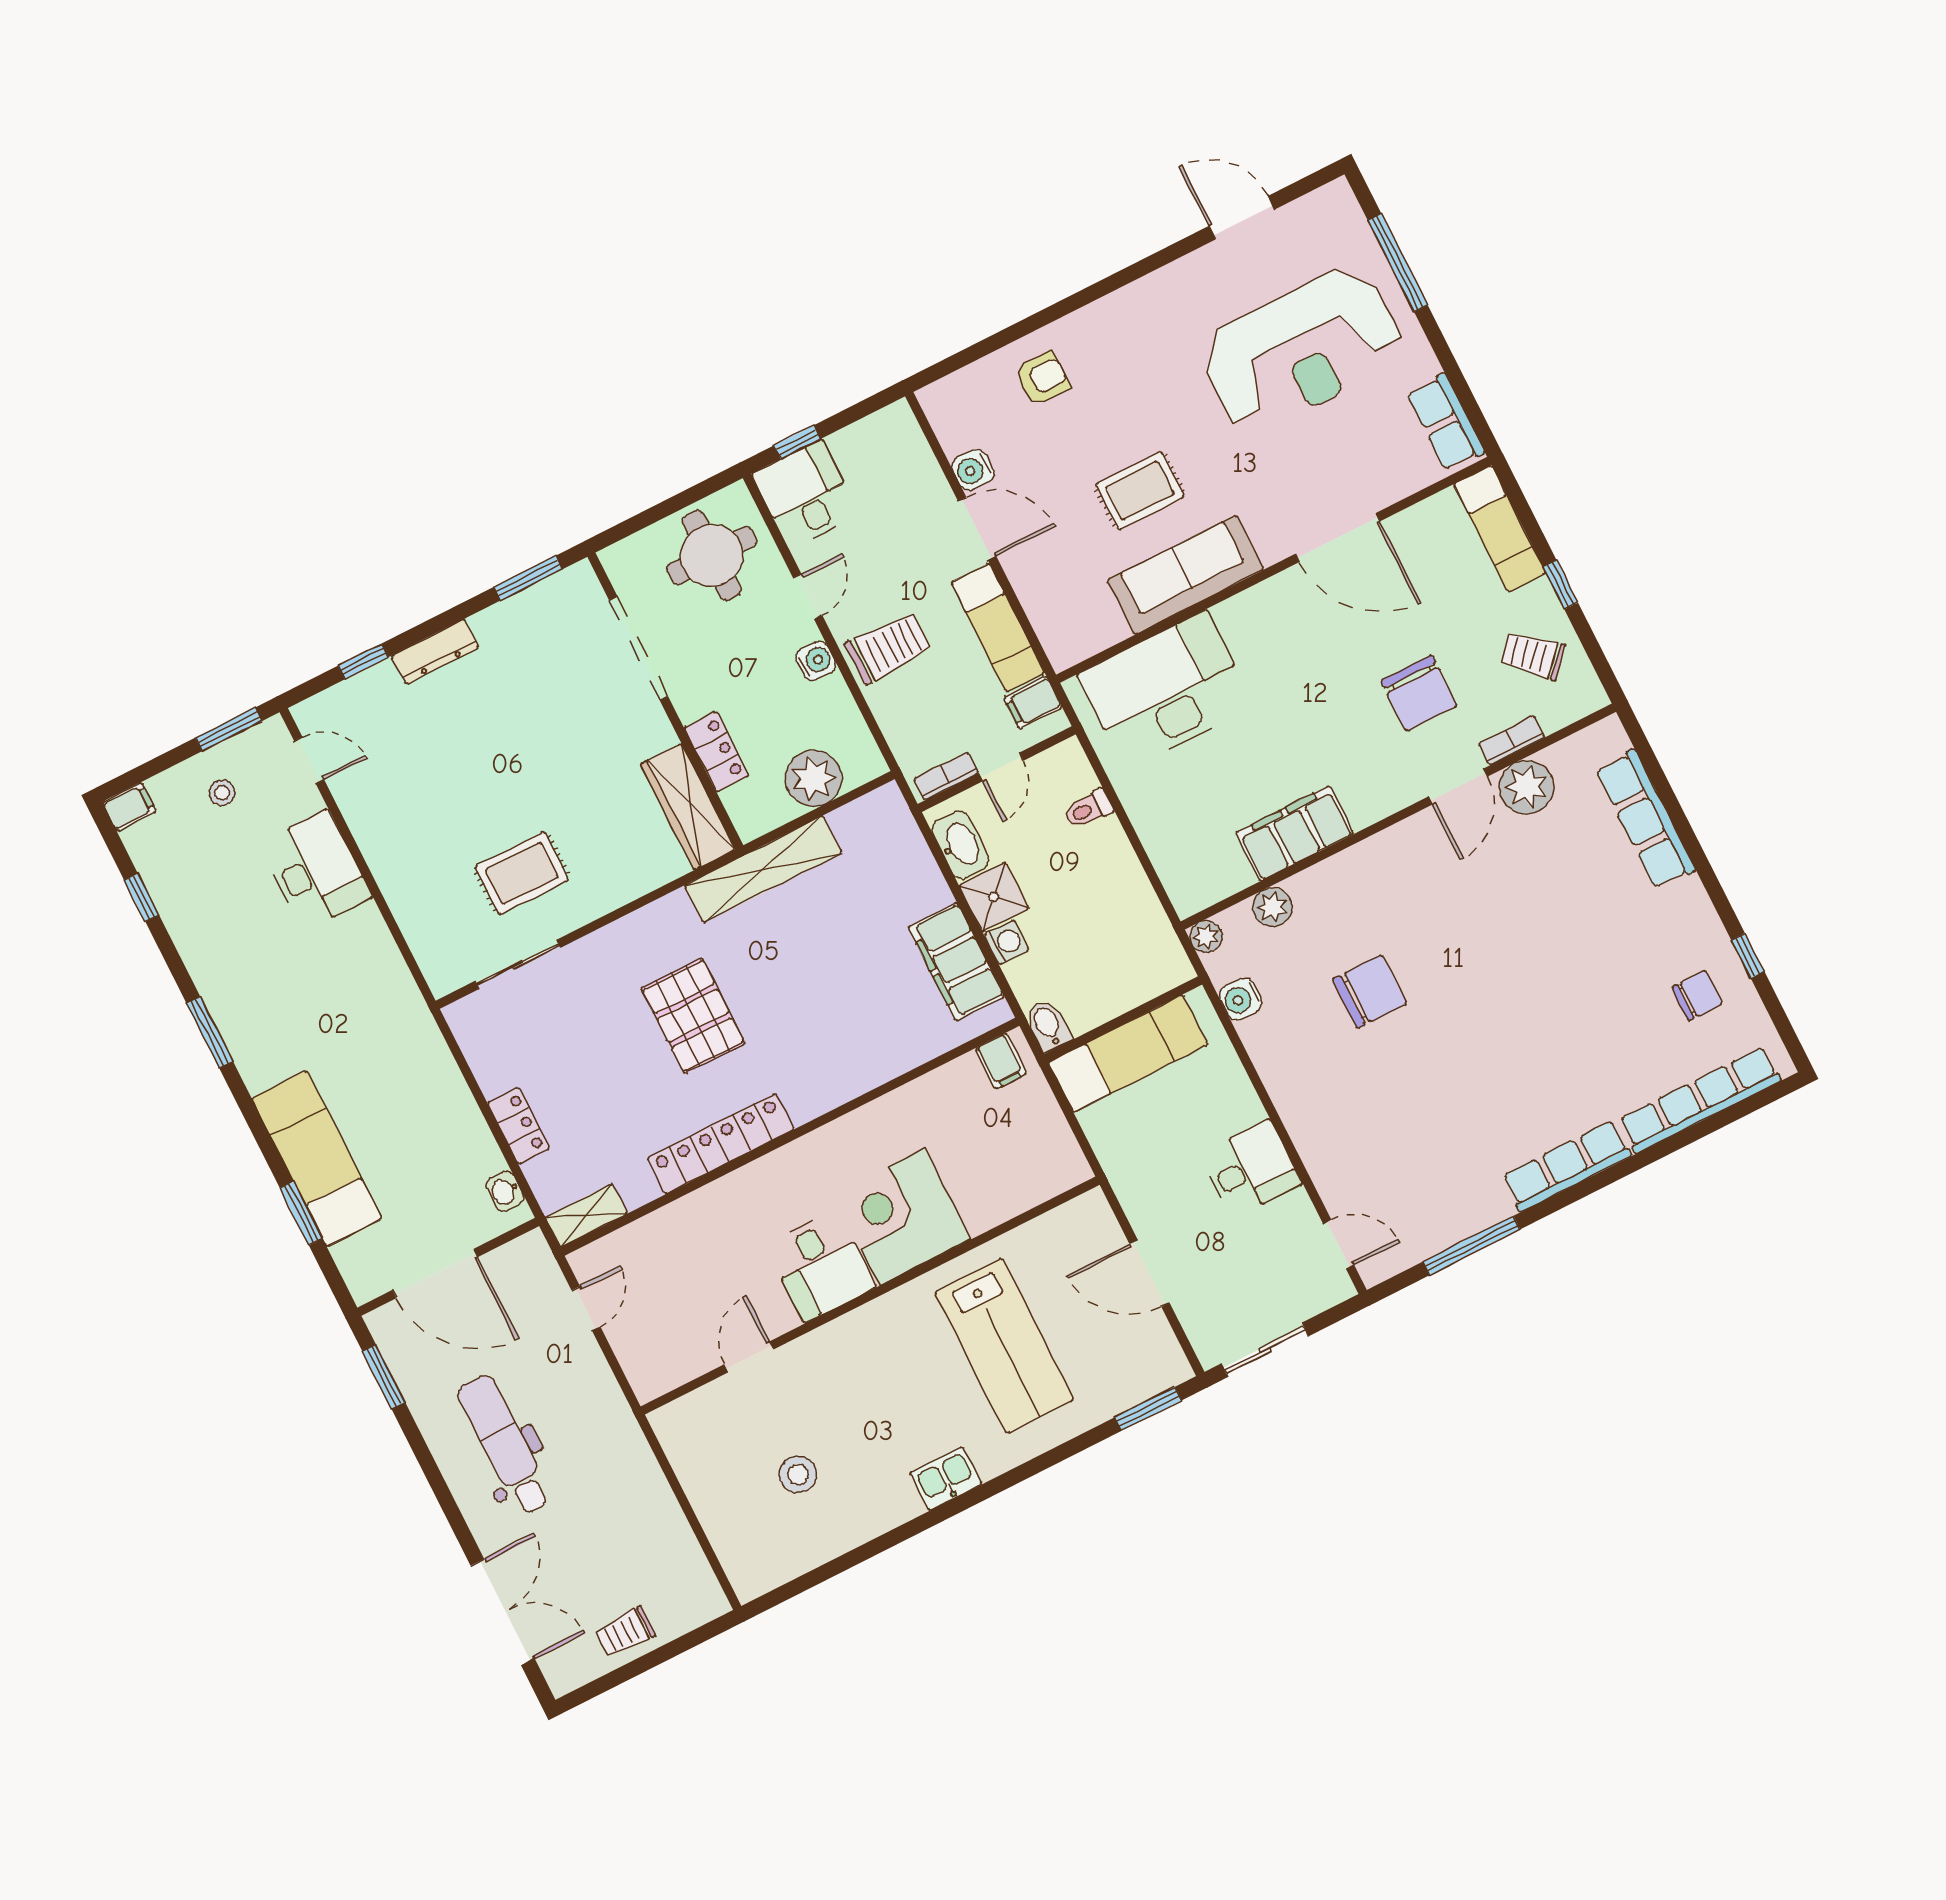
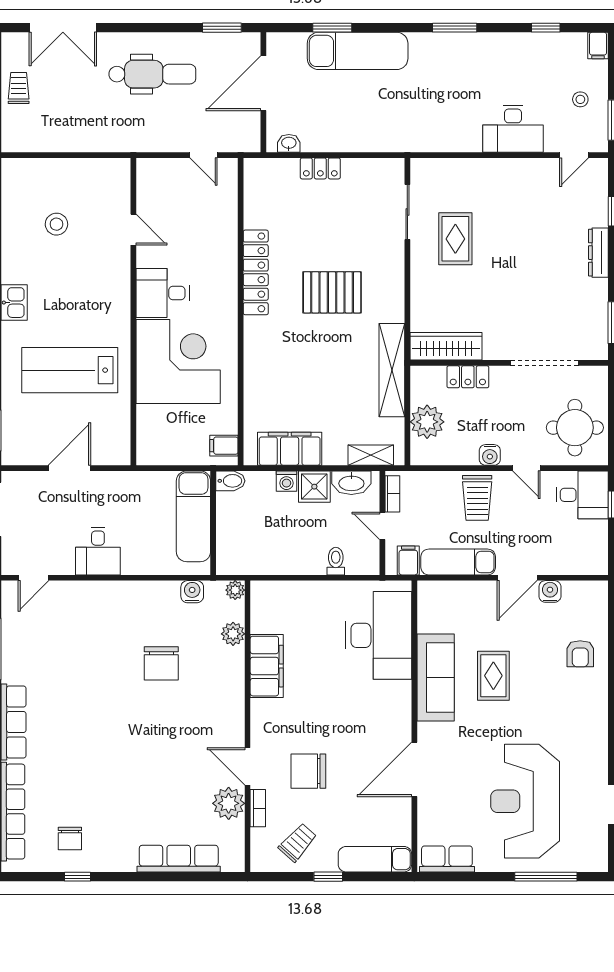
shelving: (586, 1215) -> (371, 455), moved, turned 90
corner desk: (902, 1217) -> (178, 361), width x1.36, depth x1.36

